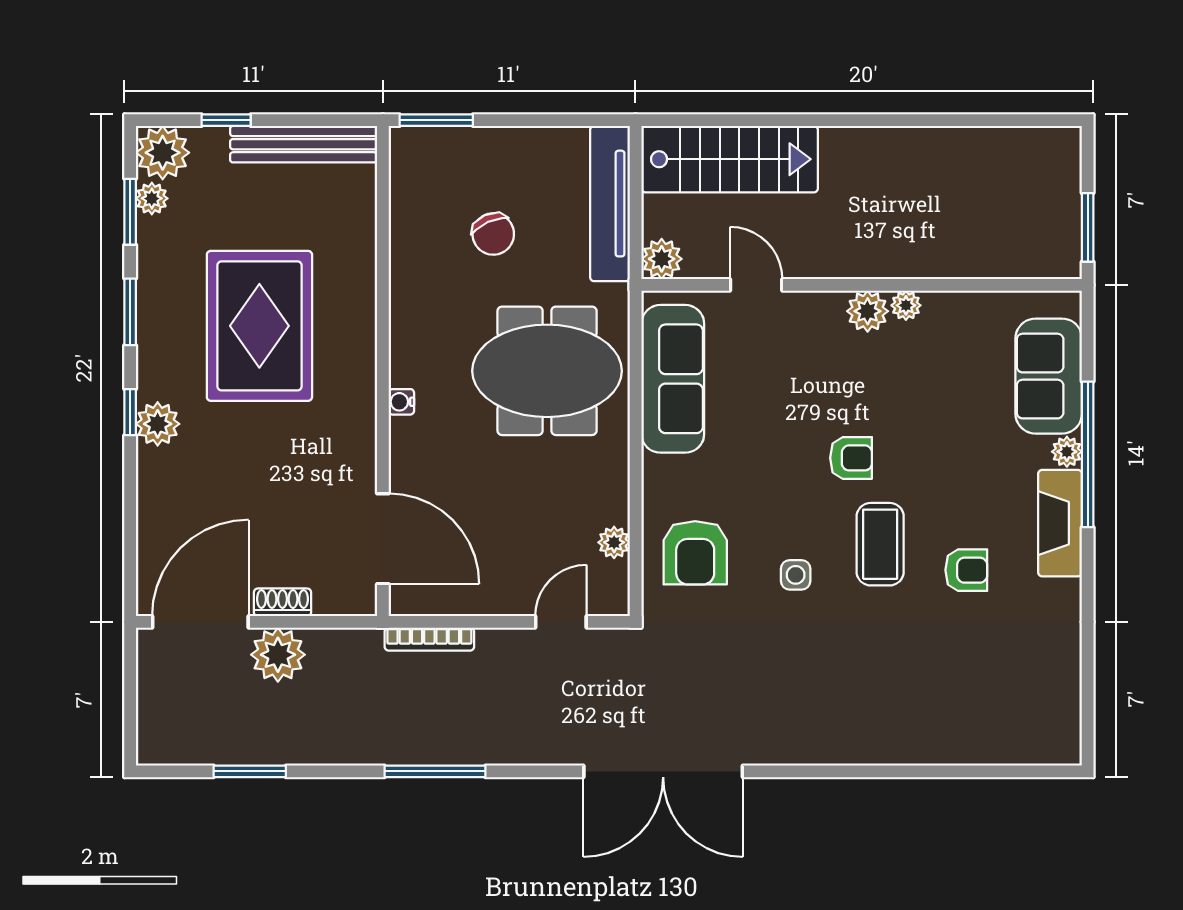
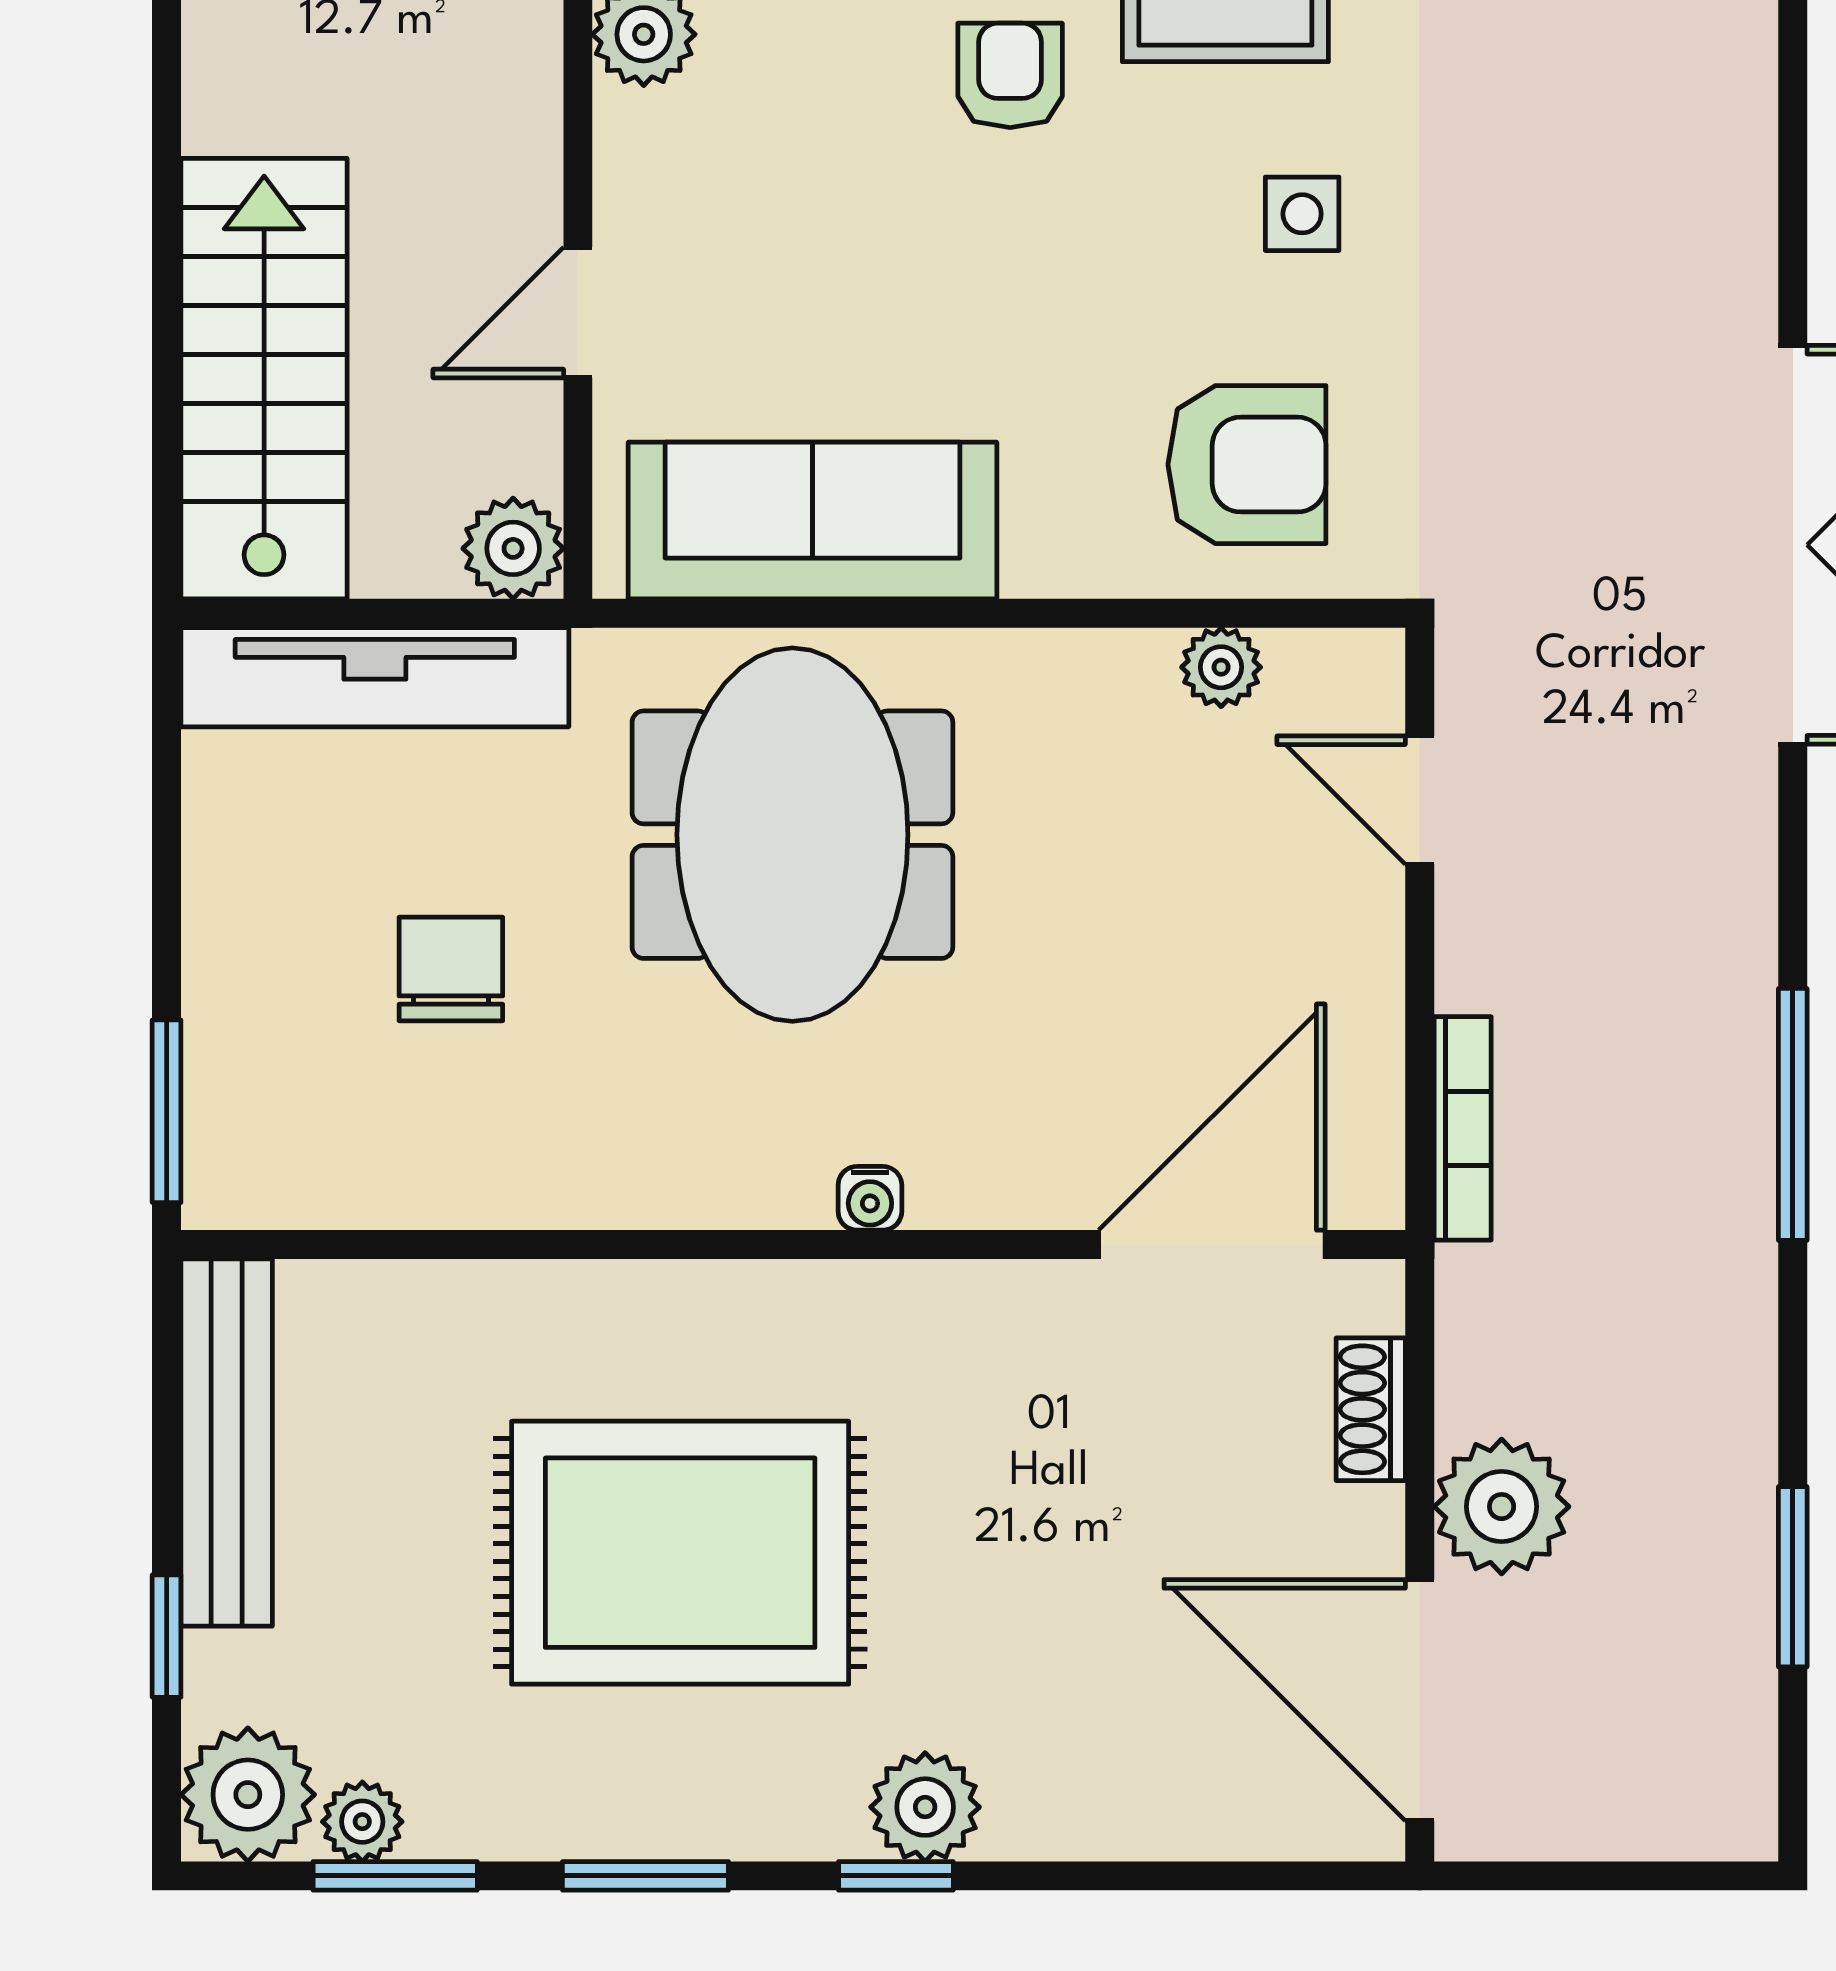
chair: (493, 234) -> (451, 969), turned -66
shoe rack: (282, 602) -> (1371, 1409), moved

